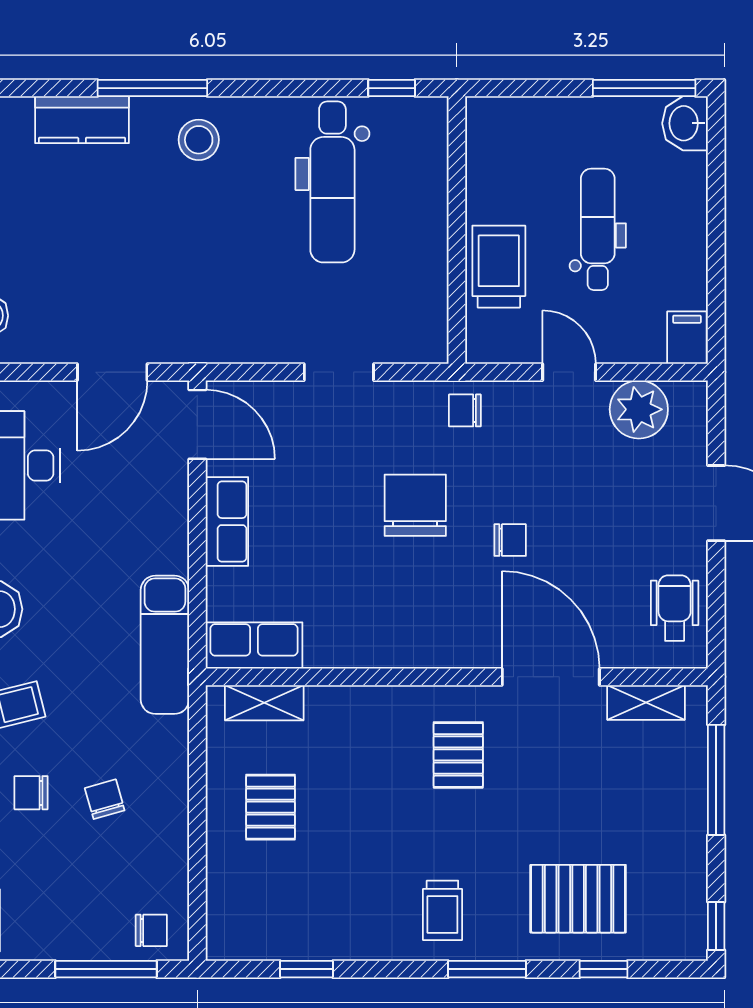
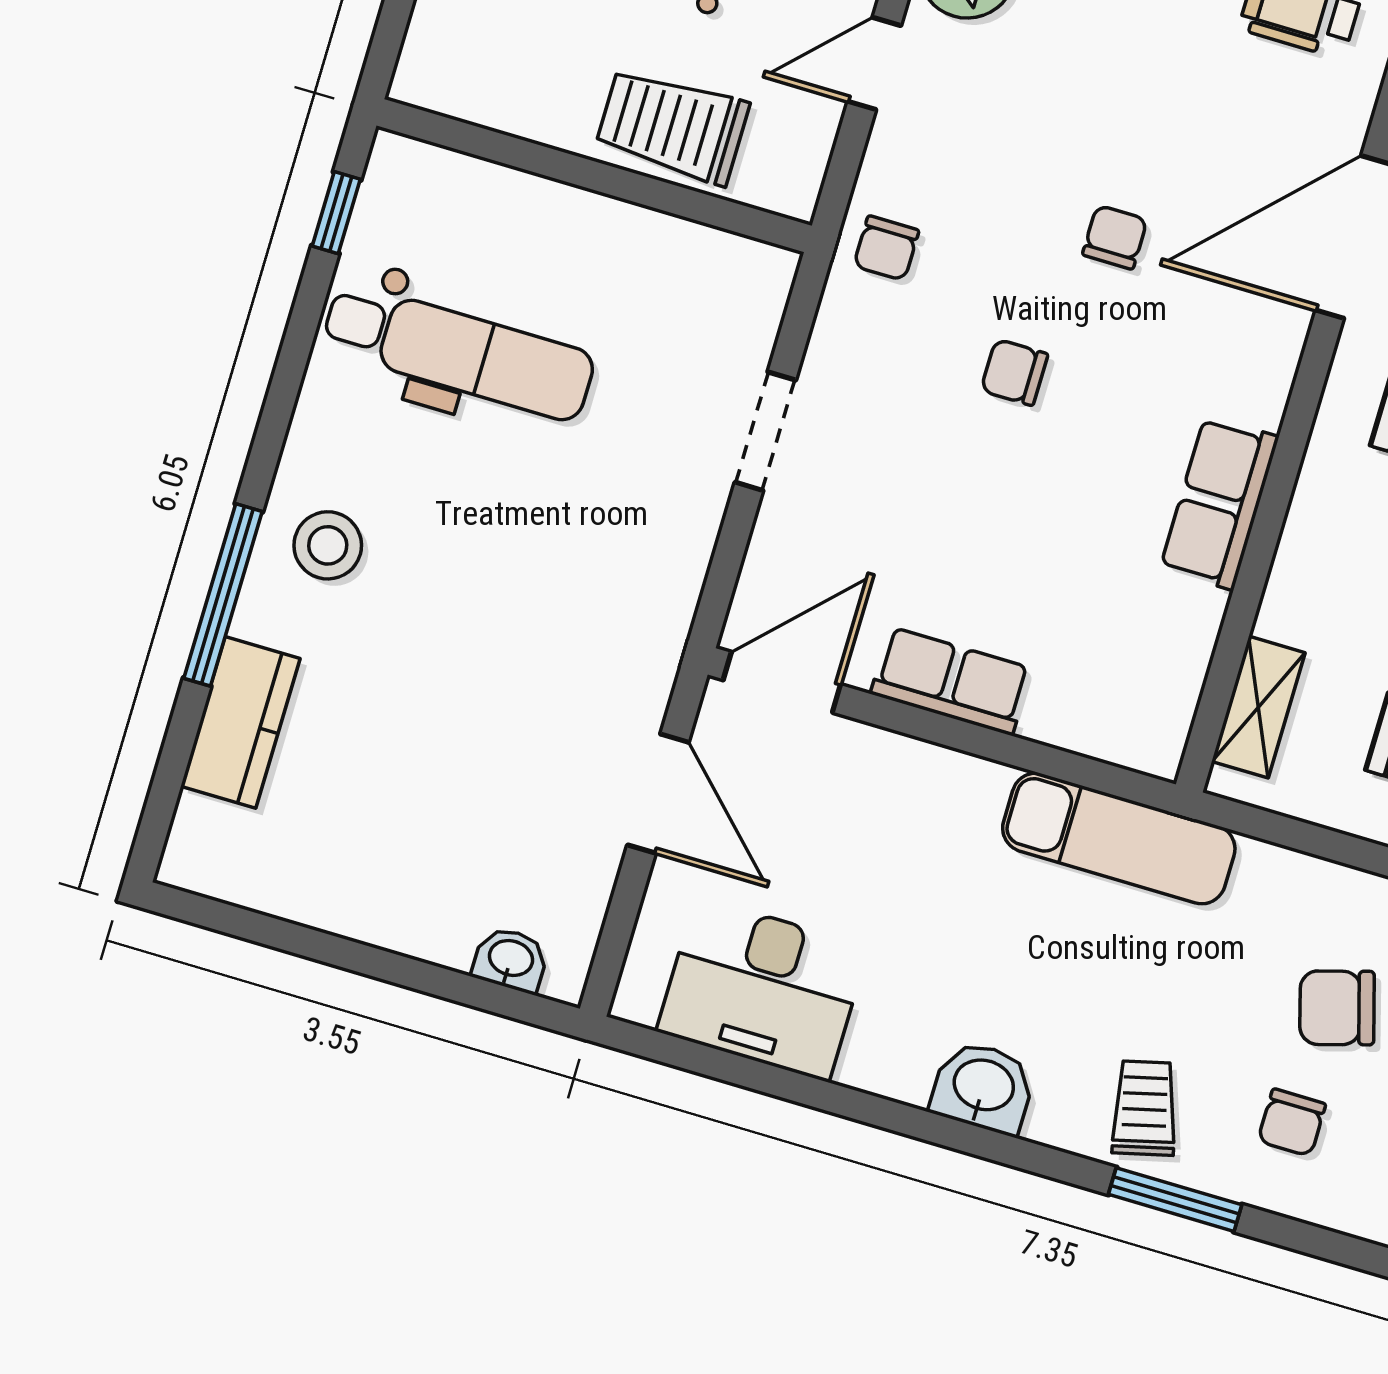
chair: (415, 505) -> (1014, 372), width x0.54, depth x0.54
row of seats: (254, 645) -> (1219, 503), moved
chair: (105, 799) -> (1337, 1008), width x1.37, depth x1.37

